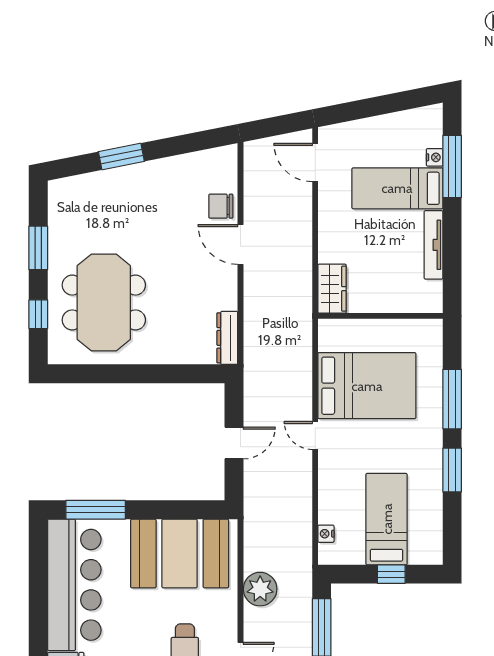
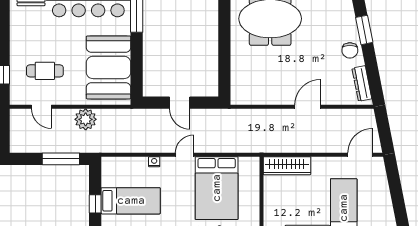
chair: (221, 206) -> (350, 50), moved, turned 180
wardrobe: (332, 289) -> (287, 166), width x1.50
dresser: (227, 338) -> (362, 84), moved, turned -101
nightstand: (326, 534) -> (154, 162), moved

